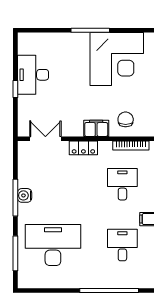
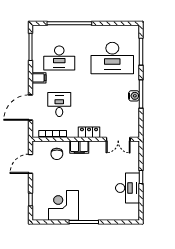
corner desk: (117, 59) -> (64, 205), width x0.74, depth x0.74
desk: (122, 184) -> (59, 104), turned 180
desk: (122, 245) -> (59, 58), width x1.37

